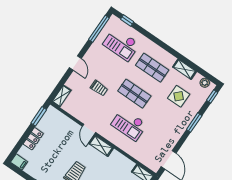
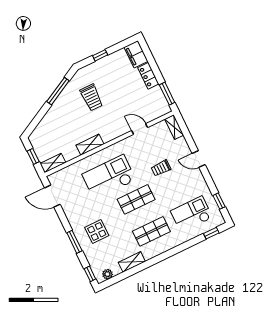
window: (99, 29) -> (219, 201), width x0.46
display table: (179, 96) -> (97, 231), moved
checkout: (129, 124) -> (109, 177), width x1.36, depth x1.21
door: (89, 129) -> (140, 129), moved
shelving: (101, 146) -> (90, 145), moved
filing cabinet: (19, 162) -> (136, 54), width x2.00

